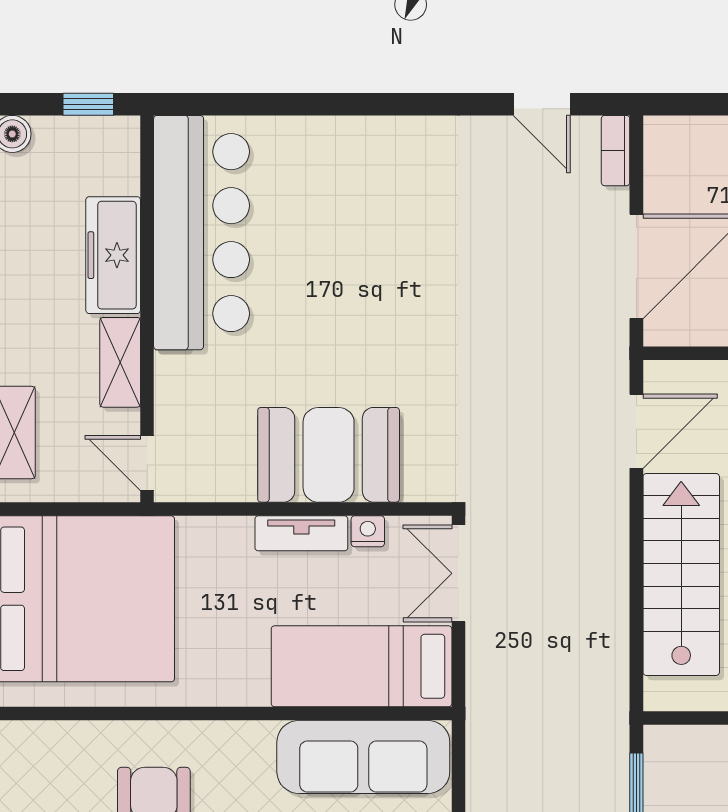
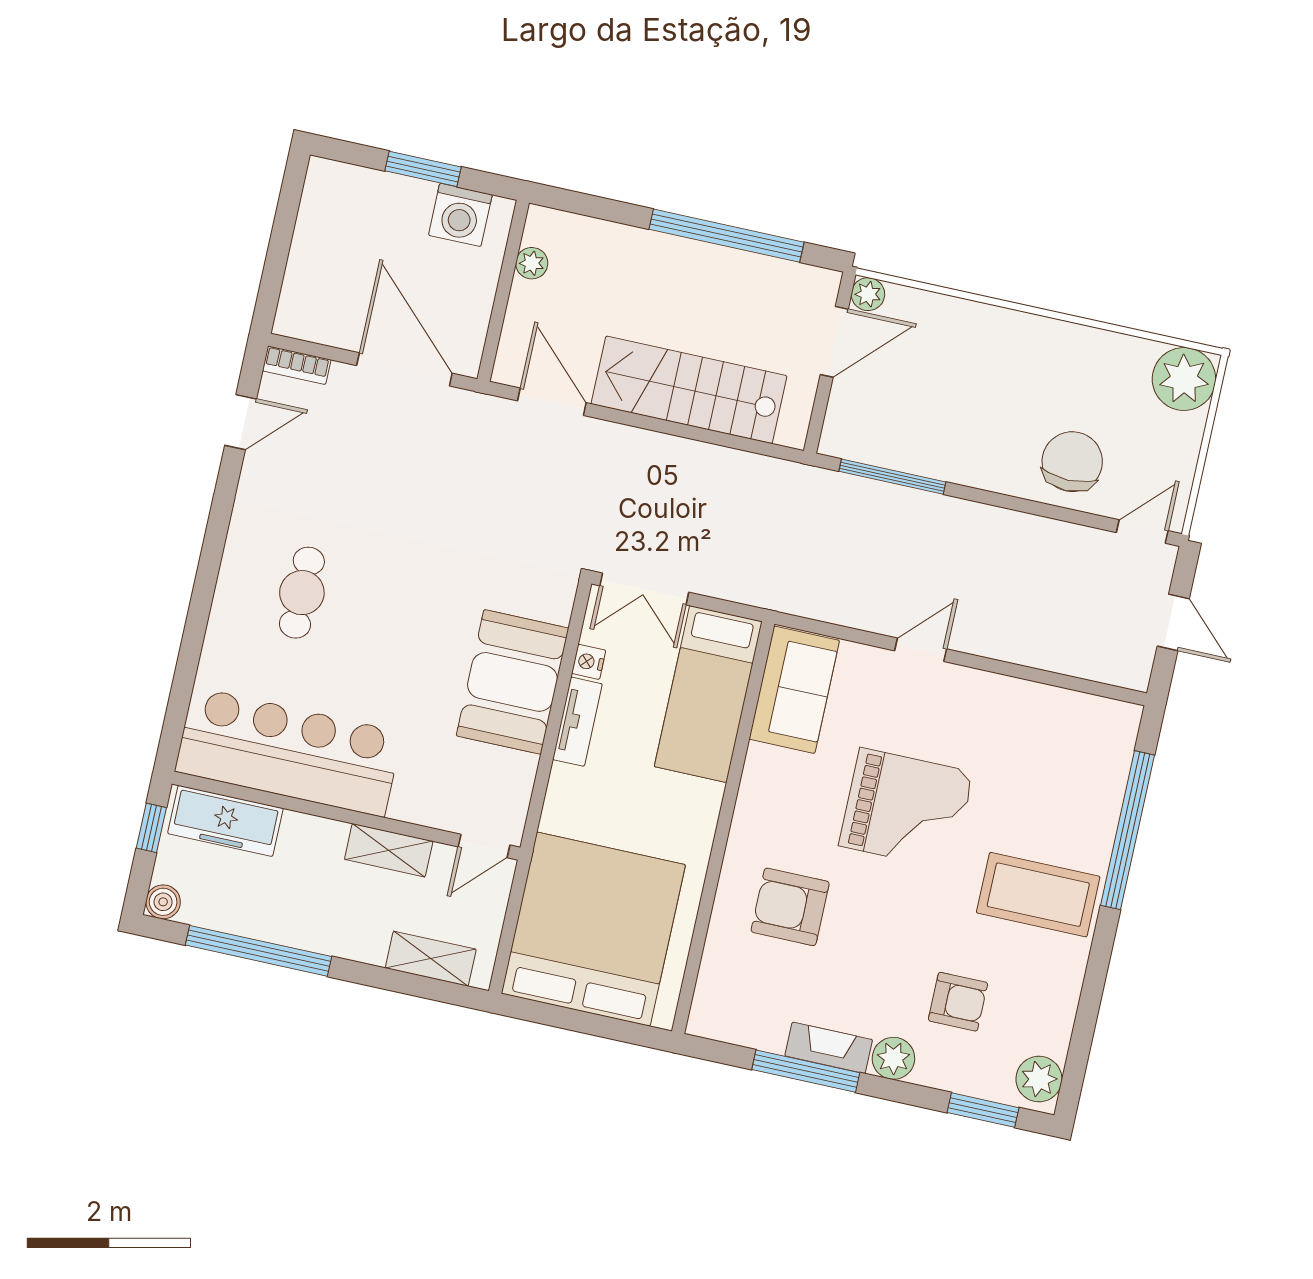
cafe table: (374, 209) -> (302, 593), added
freezer: (113, 255) -> (225, 821), moved
sofa: (363, 757) -> (794, 690), width x0.73

